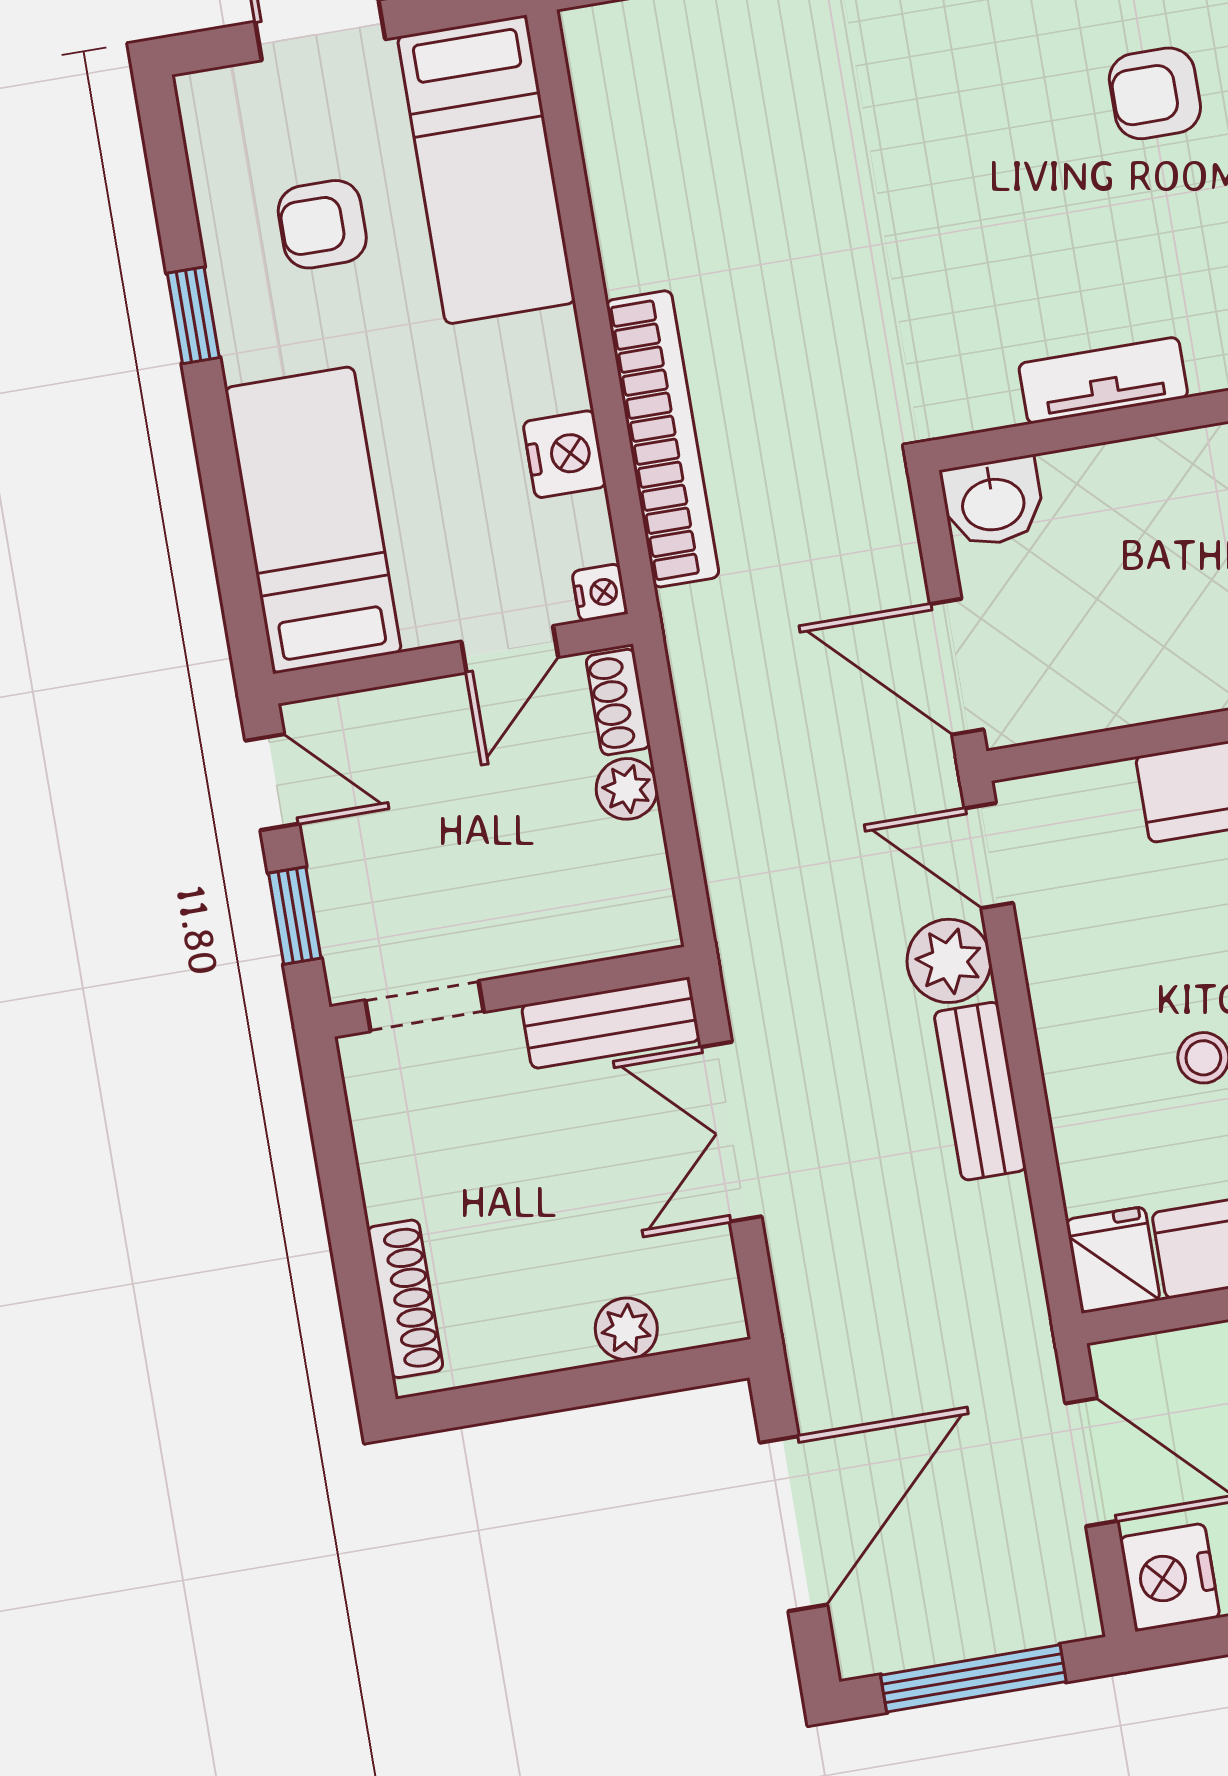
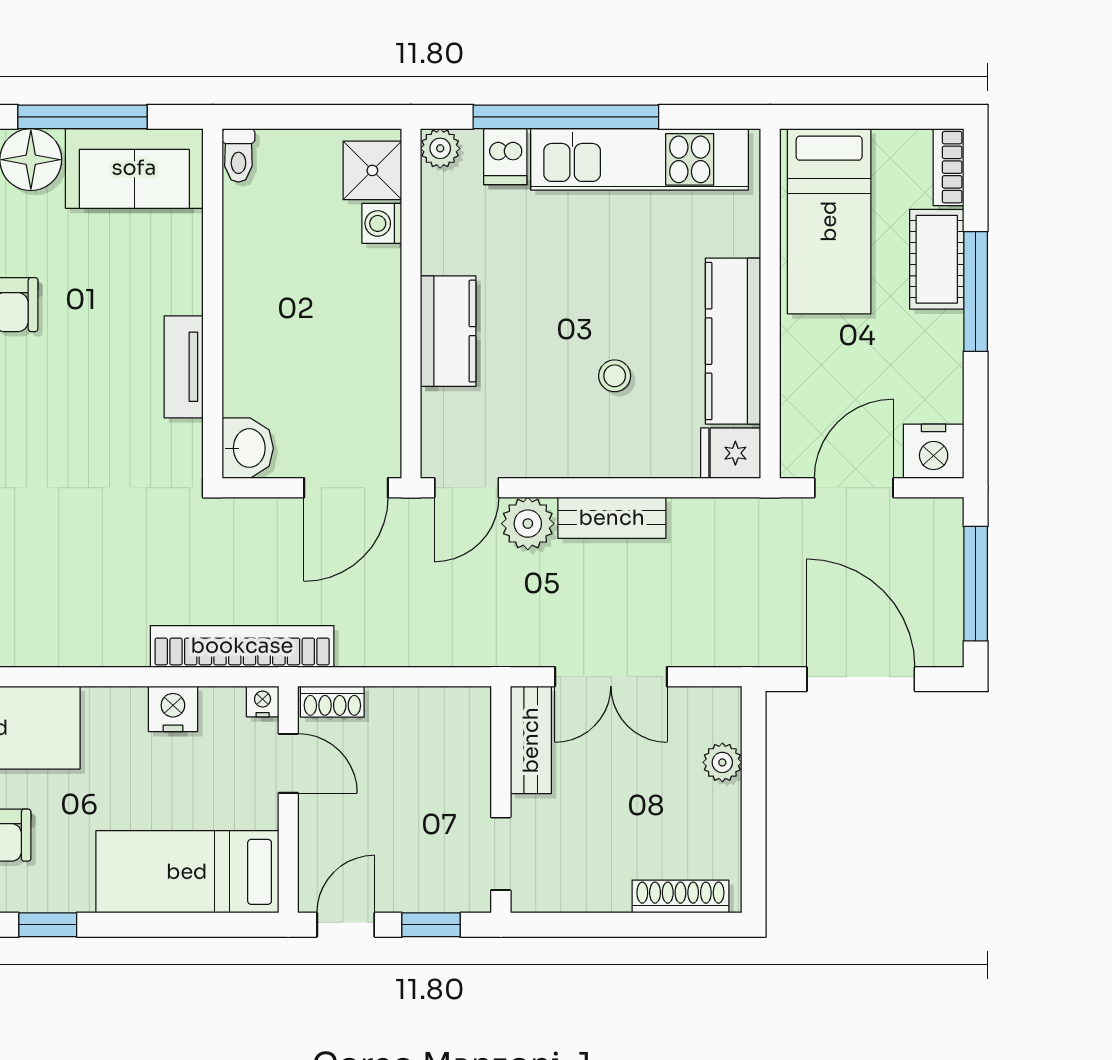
bookcase: (663, 439) -> (242, 646), moved
plant: (627, 789) -> (387, 705), removed

